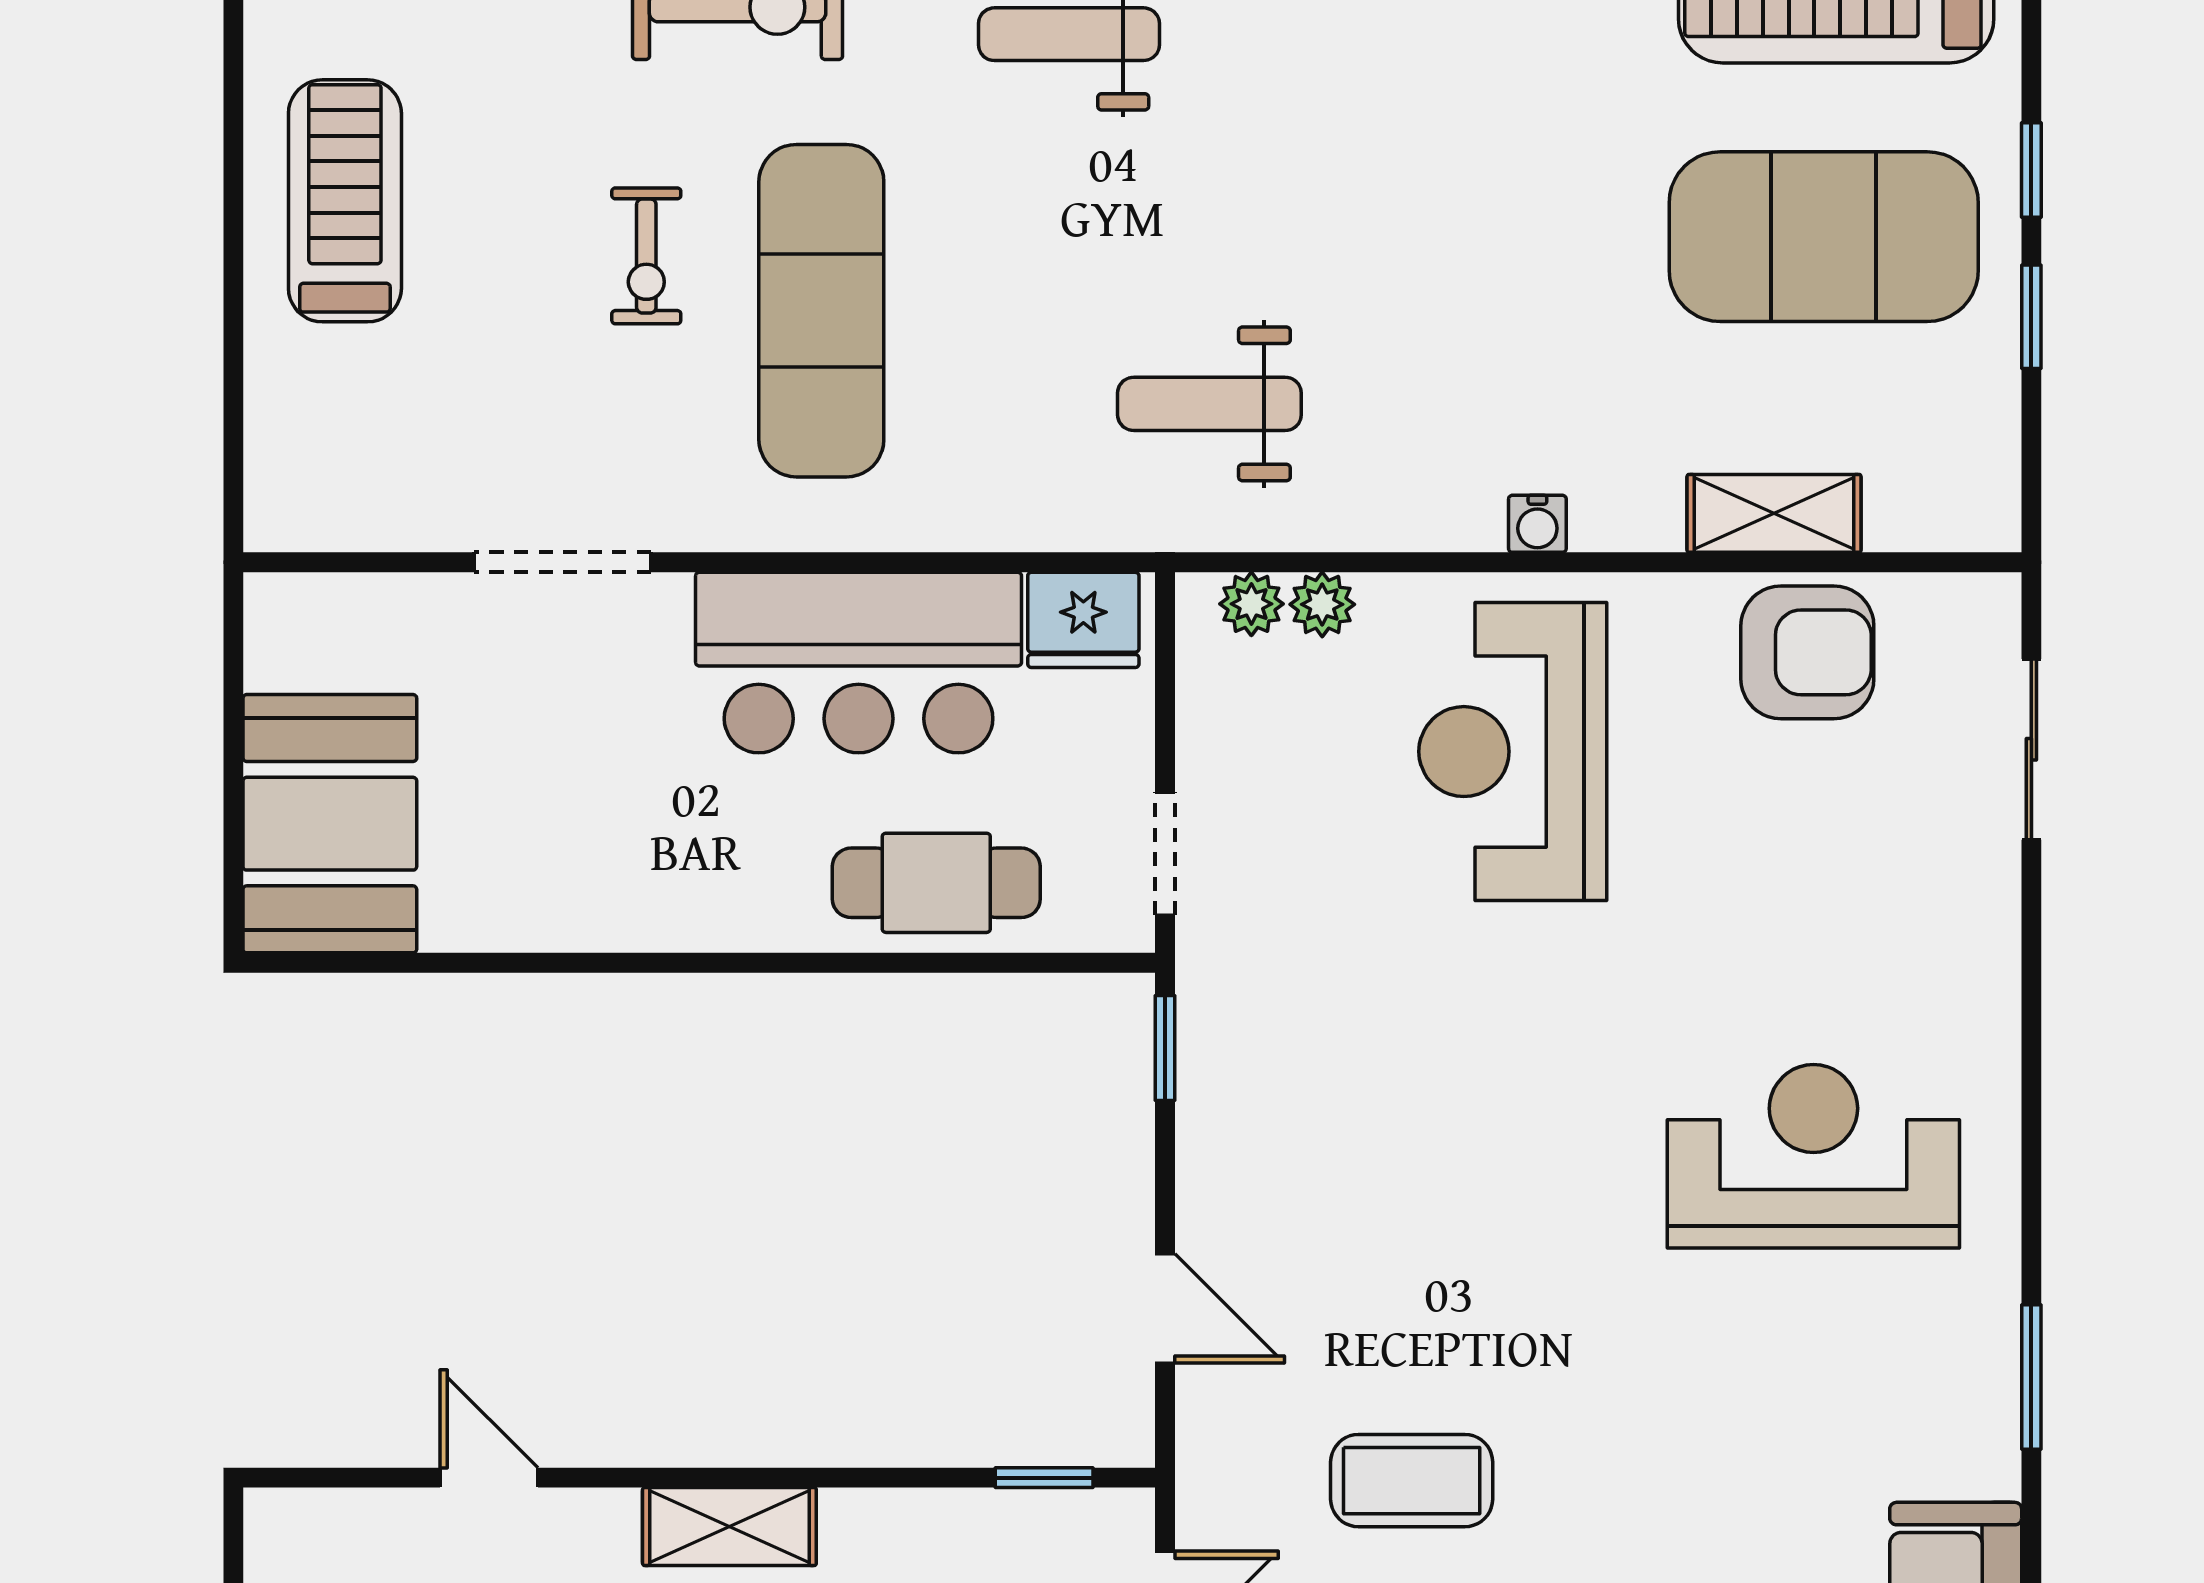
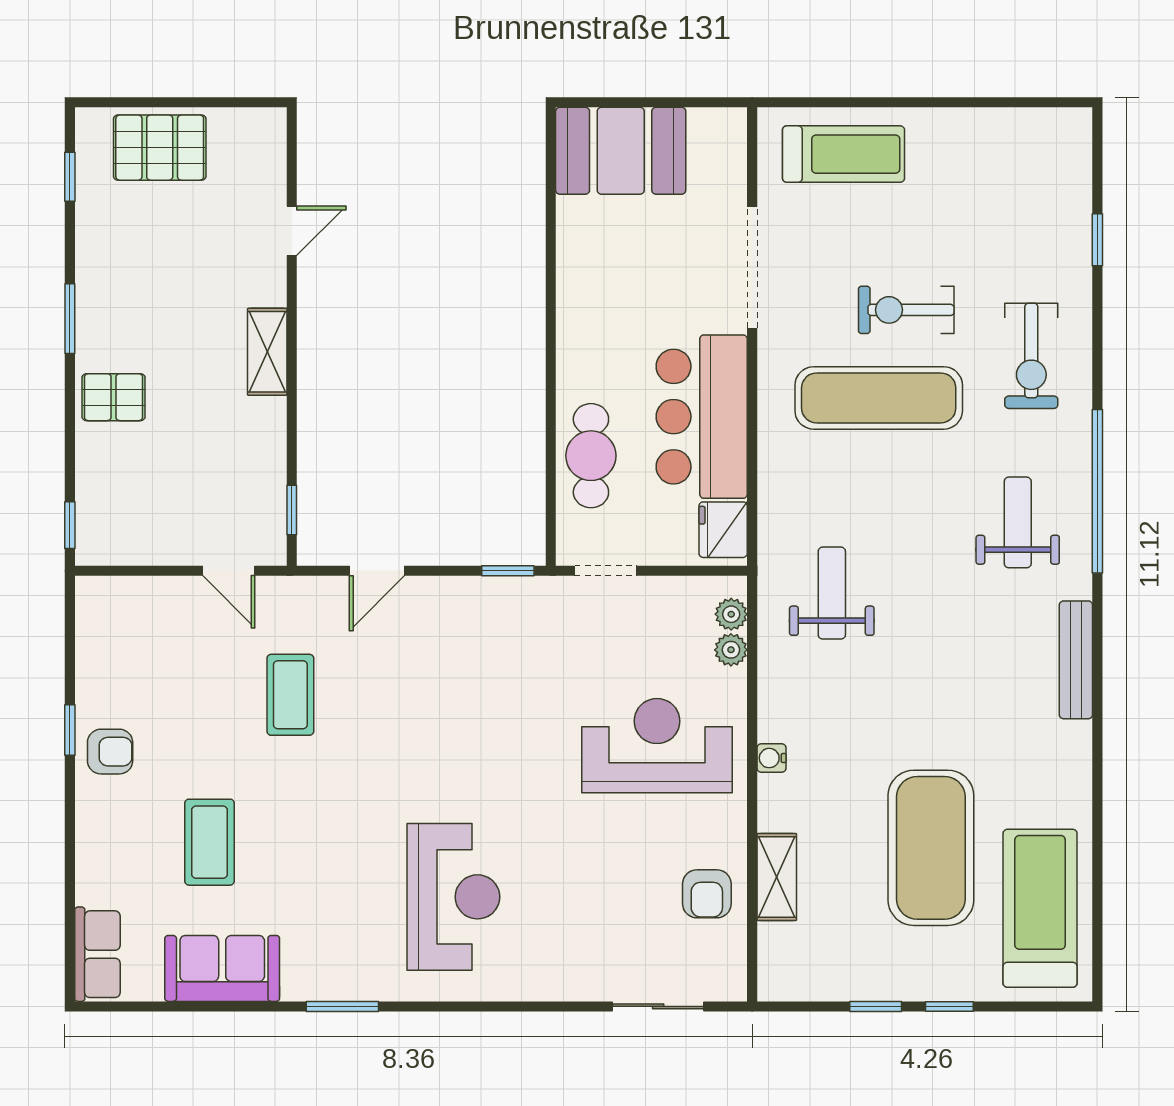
treadmill: (345, 201) -> (844, 154), moved
exercise mat: (1824, 237) -> (931, 848), moved
exercise bike: (646, 256) -> (906, 310), width x1.38, depth x1.39
doorway: (562, 562) -> (752, 268), width x1.36
armchair: (1807, 652) -> (707, 894), width x0.72, depth x0.72

